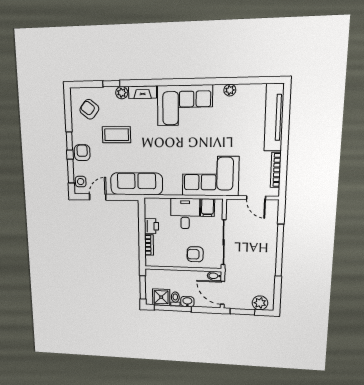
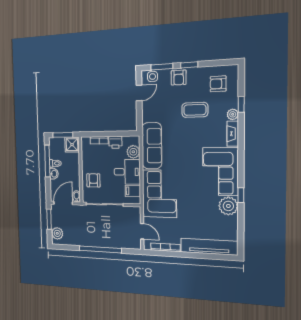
window: (212, 81) -> (241, 195), added
plant: (230, 90) -> (228, 206), width x1.88, depth x1.88
armchair: (89, 109) -> (218, 84), turned -128
coffee table: (116, 135) -> (195, 110), turned 90
armchair: (82, 153) -> (179, 78), turned 90
sofa: (136, 184) -> (152, 146), moved
door: (98, 197) -> (139, 93), hinge flipped
door: (256, 198) -> (142, 231), swing flipped
plant: (162, 206) -> (133, 152), added
shower: (161, 297) -> (72, 145), moved

